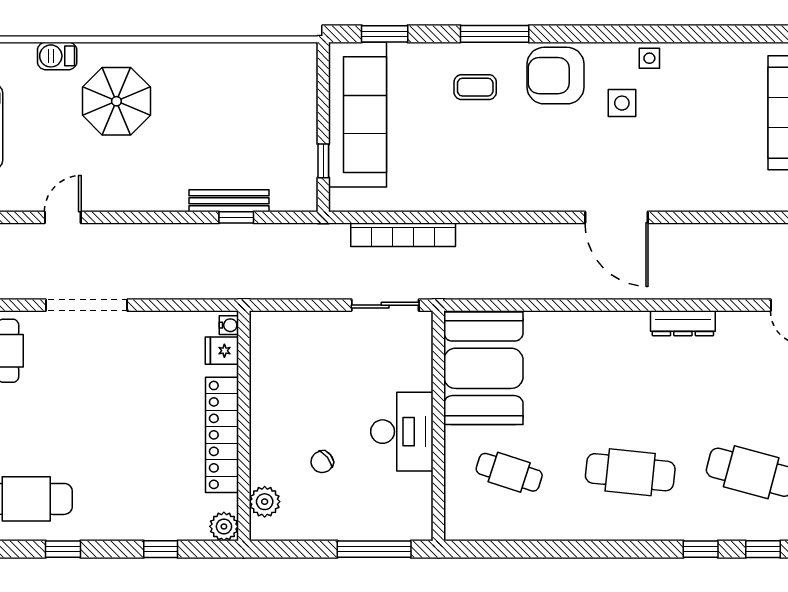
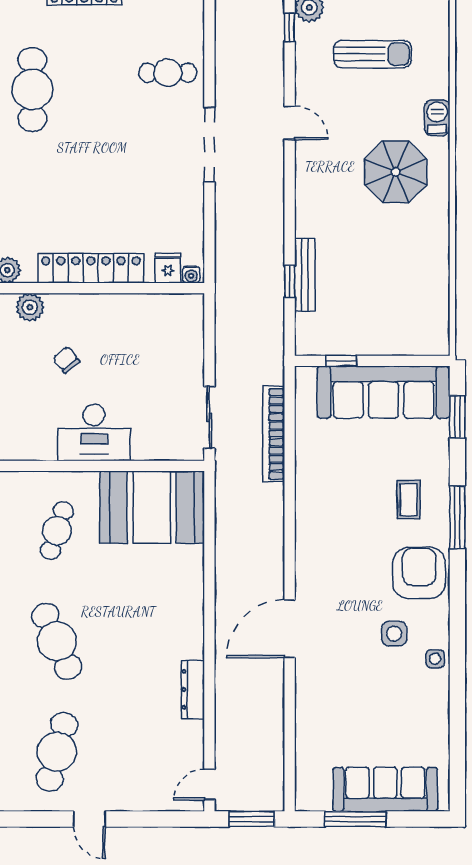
cafe table: (630, 472) -> (57, 641), turned -30

